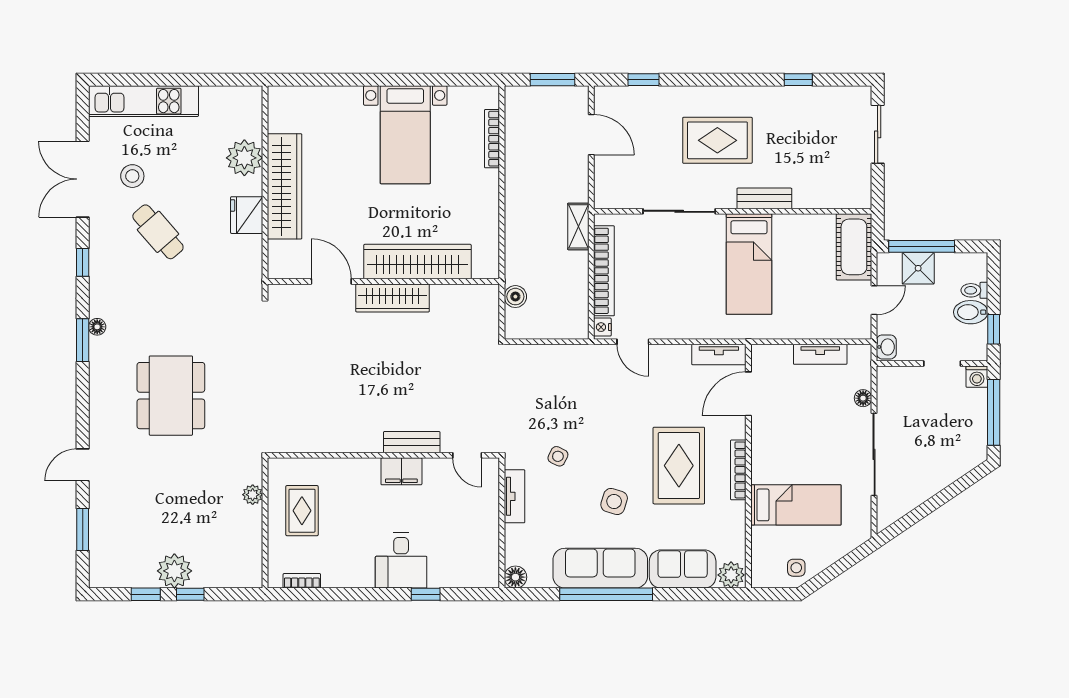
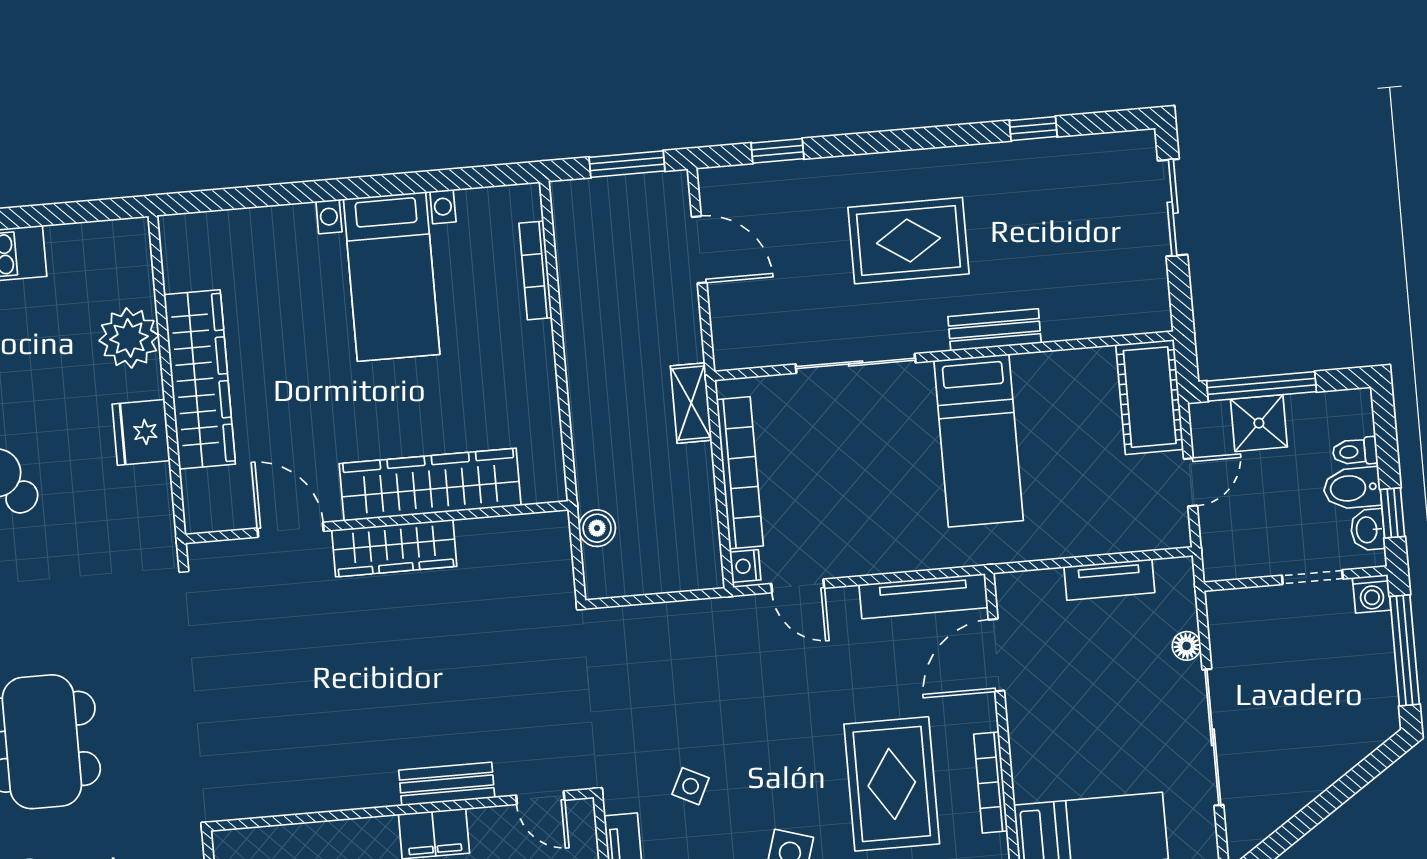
washbasin: (886, 347) -> (1368, 530), moved, turned 180
tv unit: (719, 355) -> (924, 596), width x1.41

